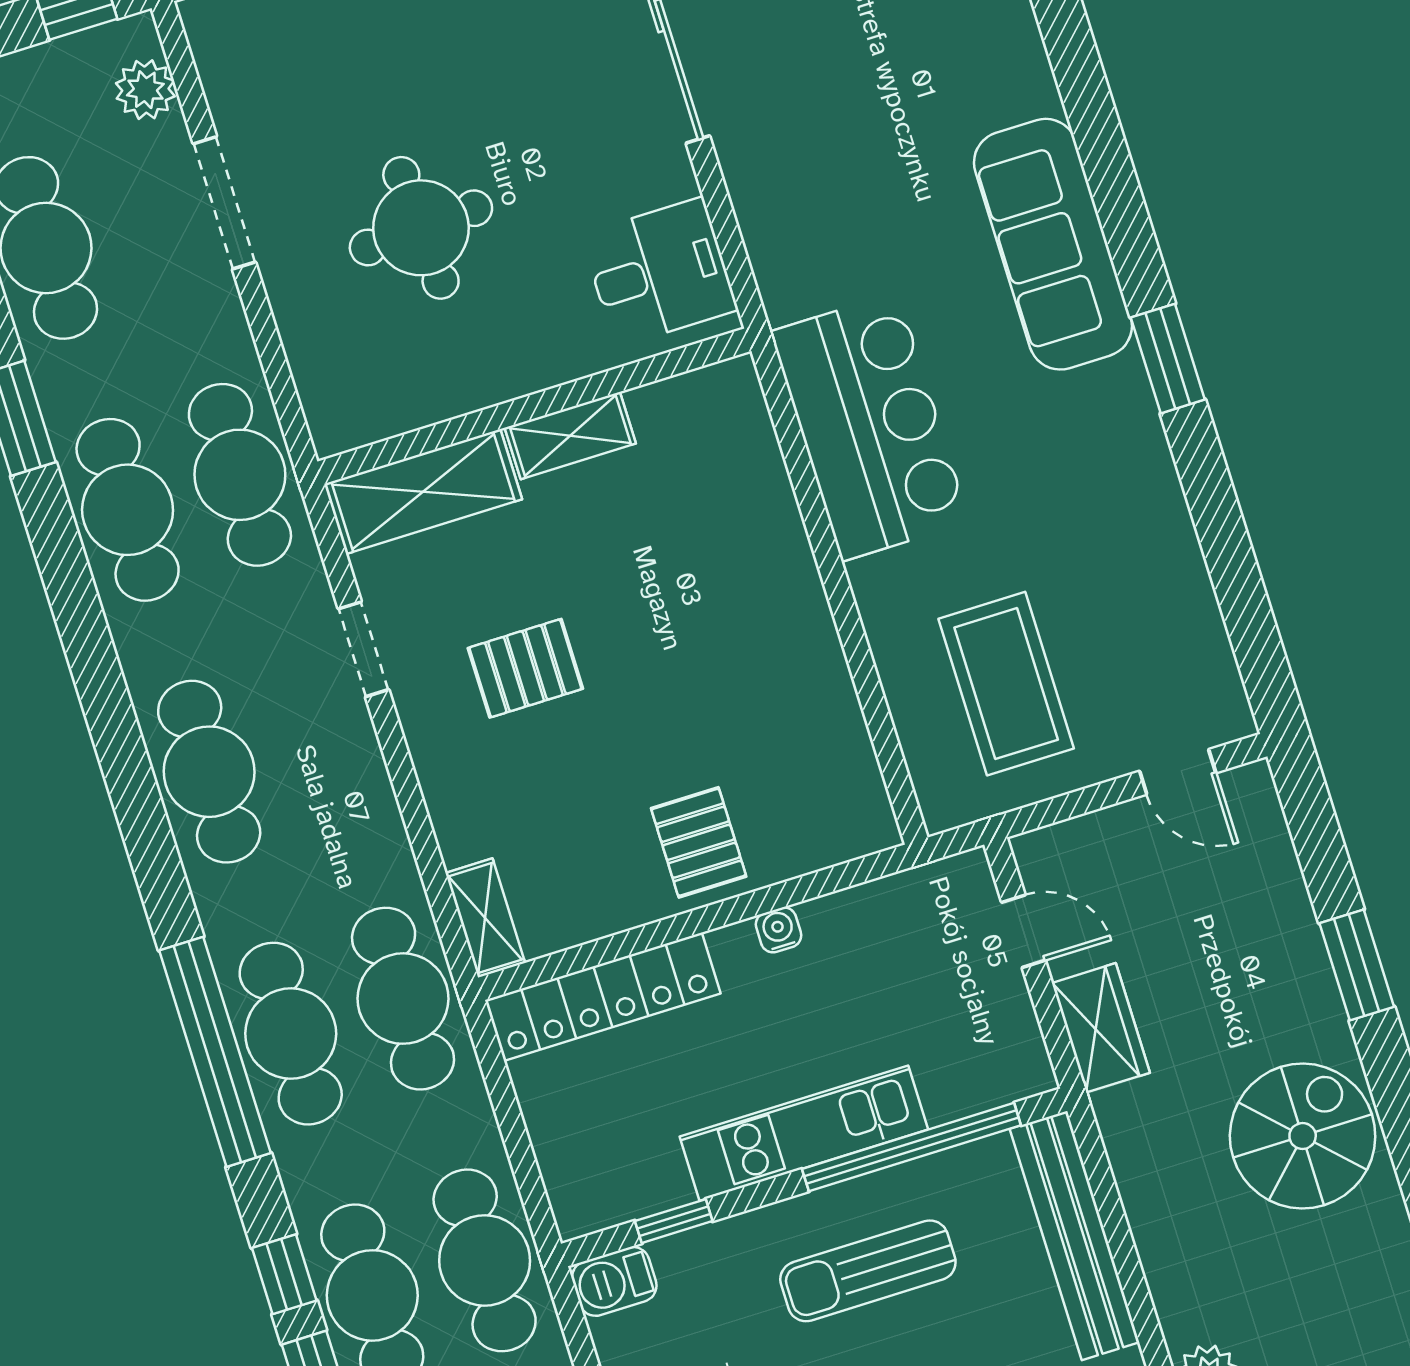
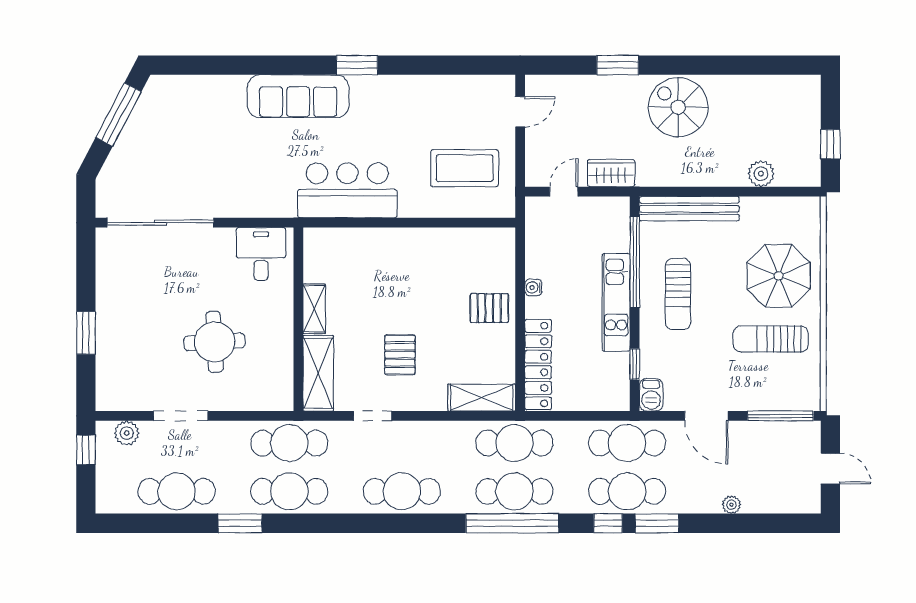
shelving: (485, 918) -> (482, 398), width x1.50, depth x1.33

